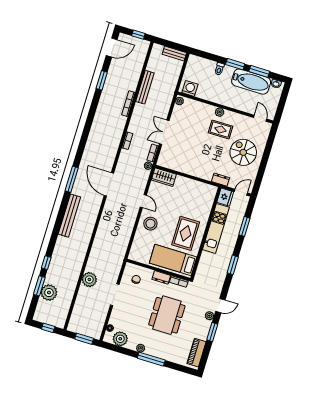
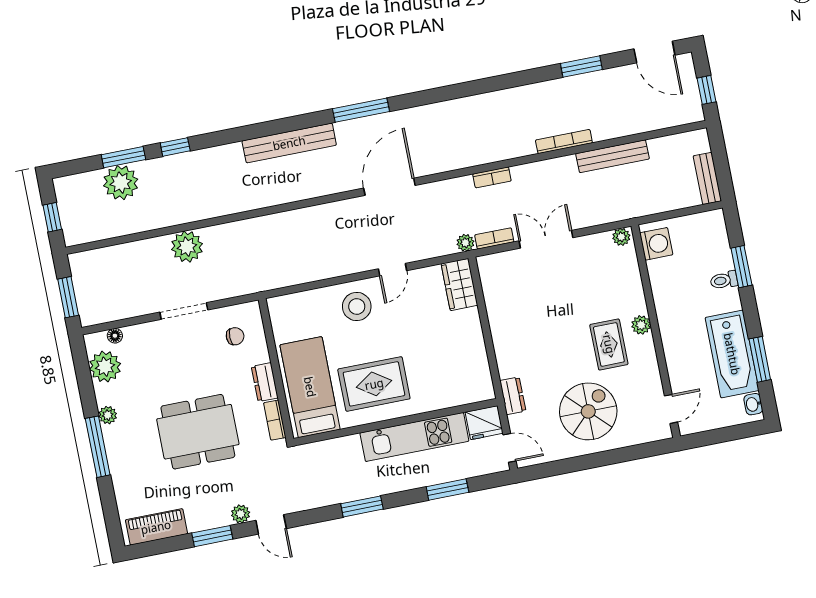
window: (235, 64) -> (741, 267), moved

